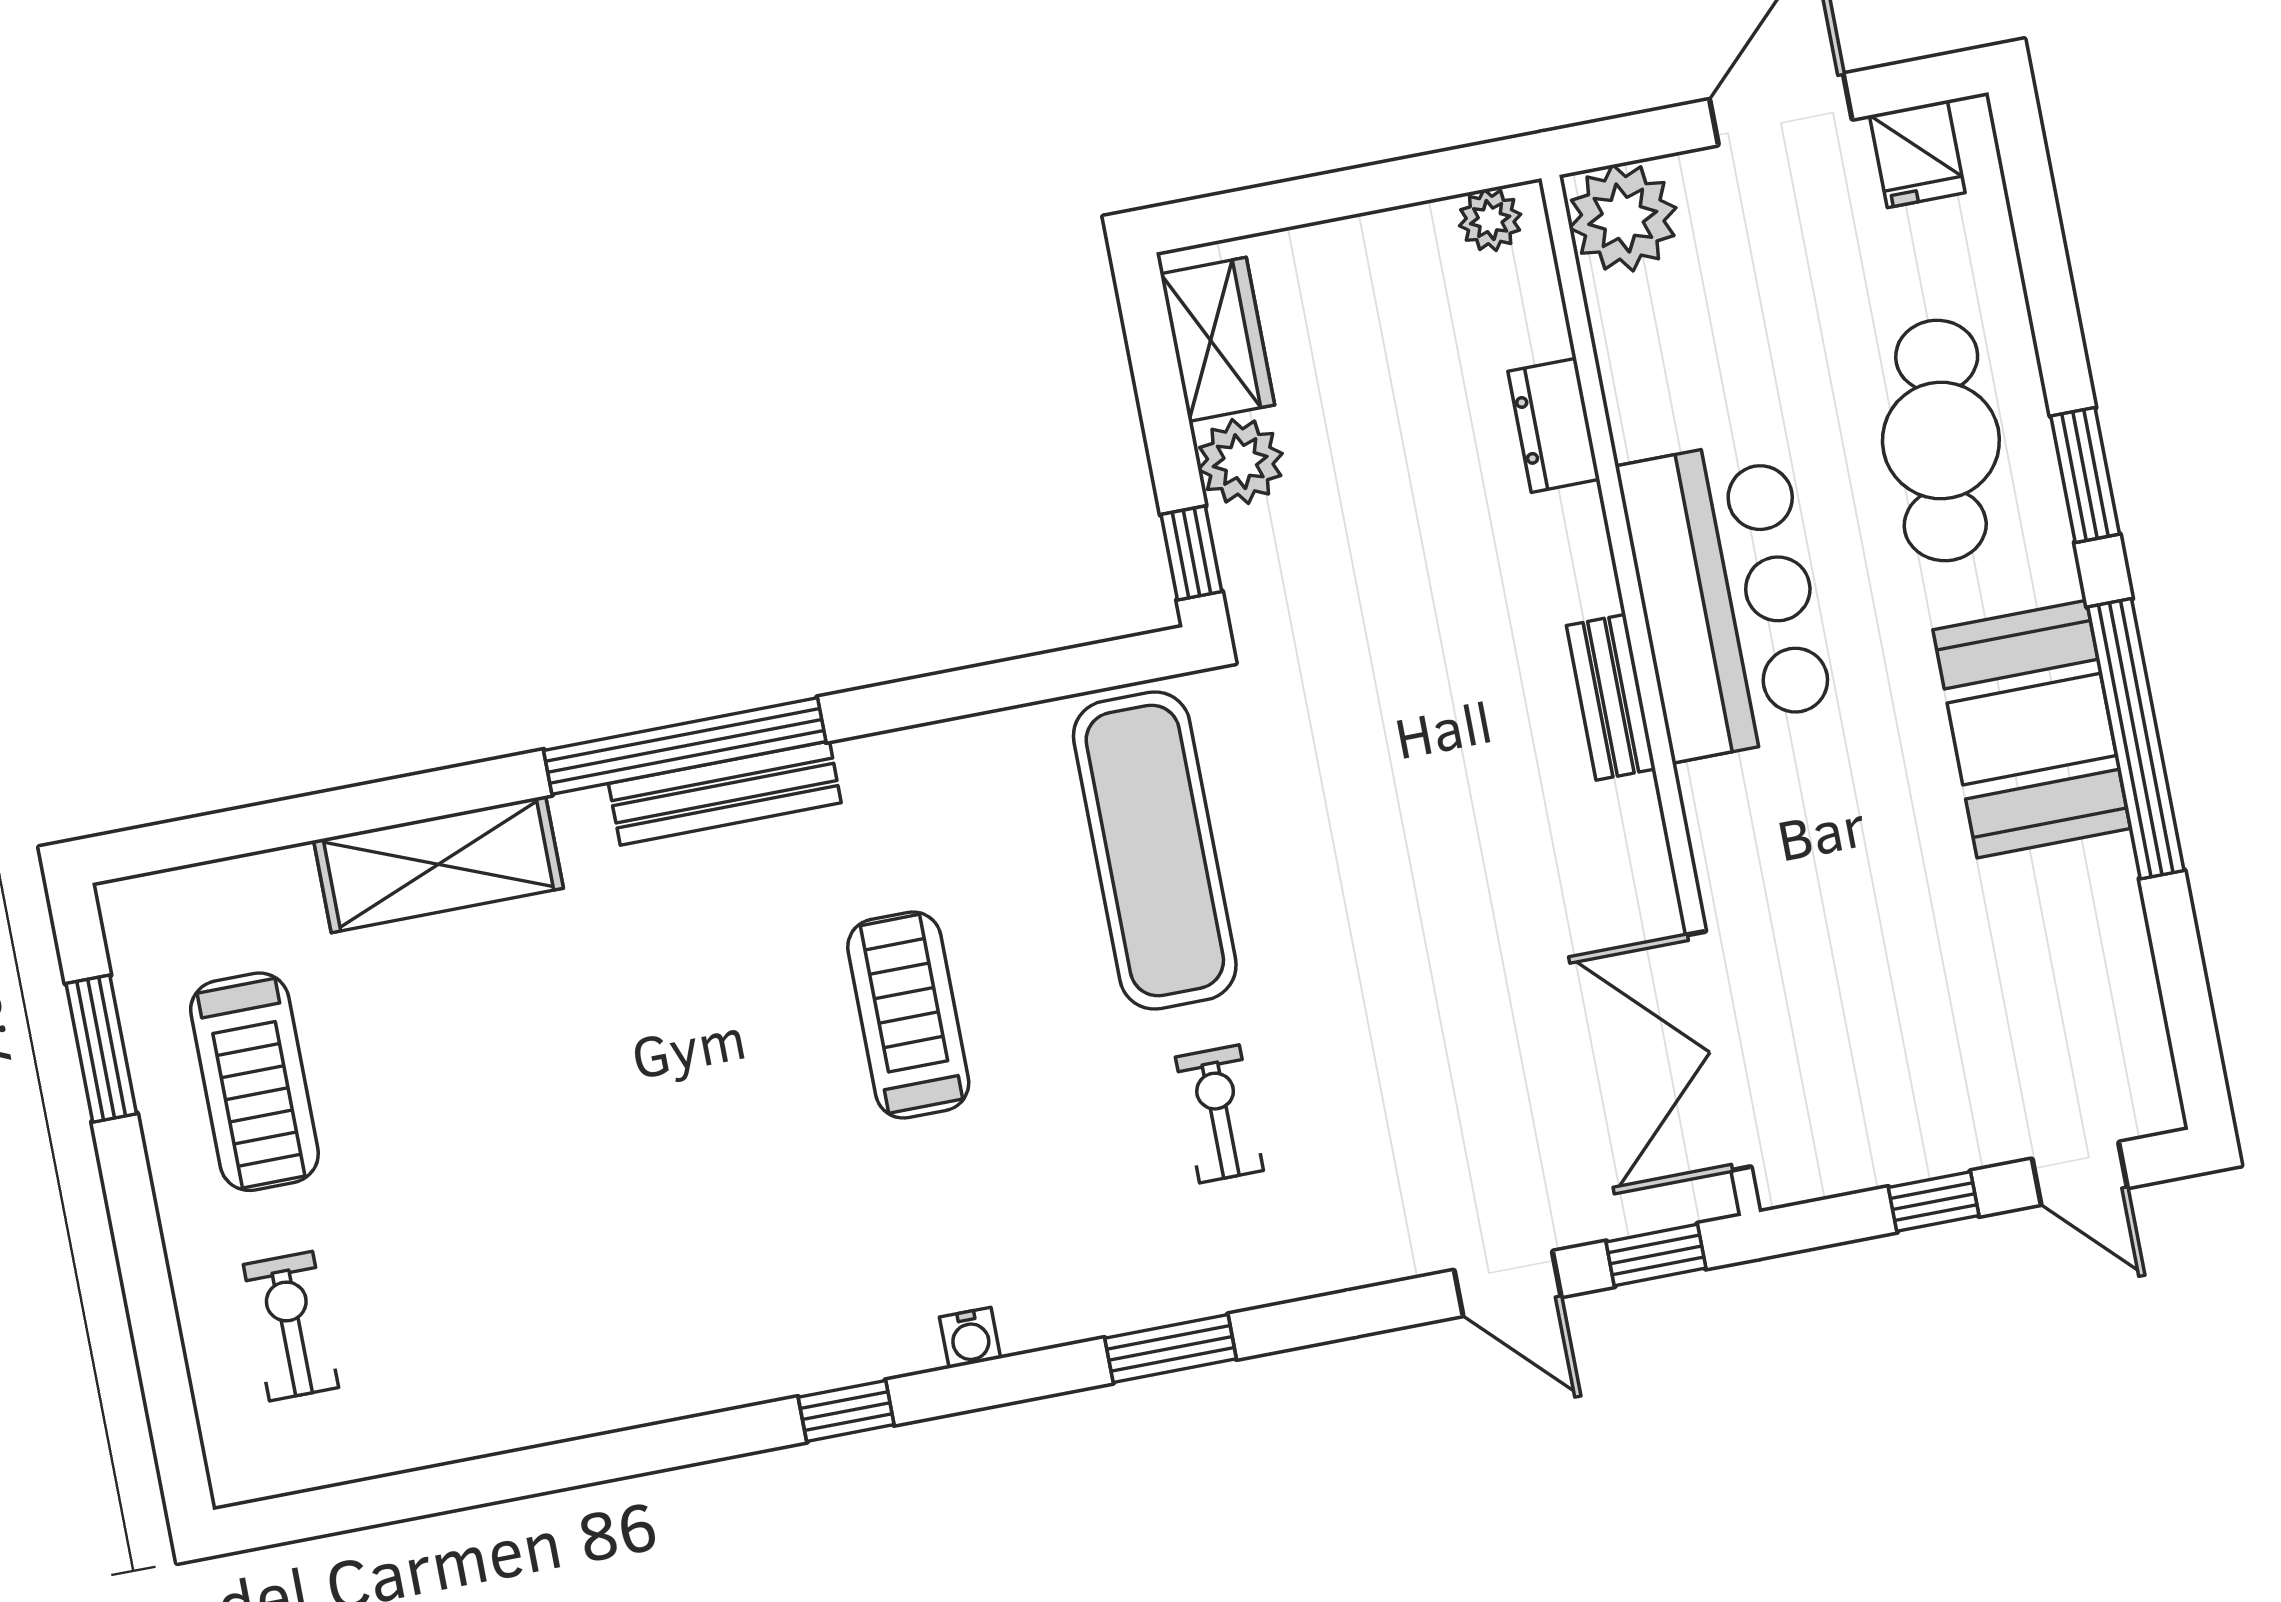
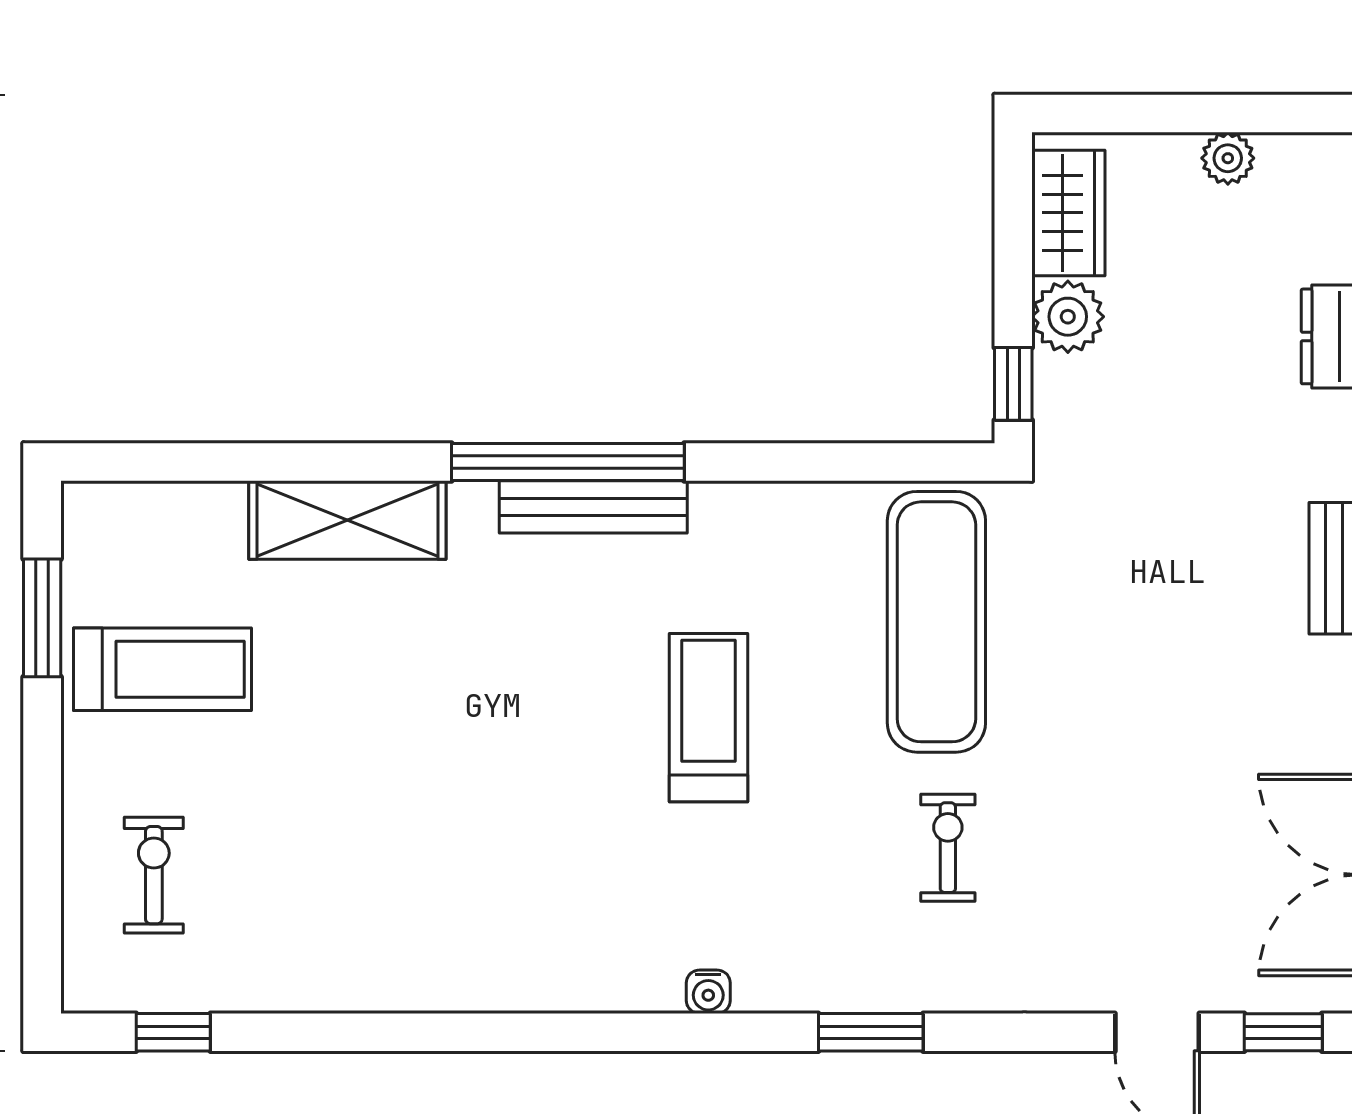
plant: (1490, 220) -> (1228, 158), moved
treadmill: (254, 1082) -> (162, 669), turned -90
window: (846, 1411) -> (173, 1032), moved

